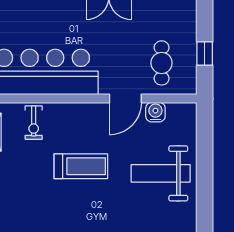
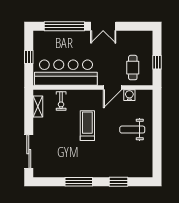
treadmill: (81, 166) -> (87, 126), turned -90
weight bench: (161, 173) -> (132, 130), width x0.73, depth x0.75

